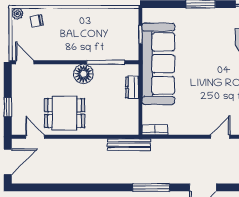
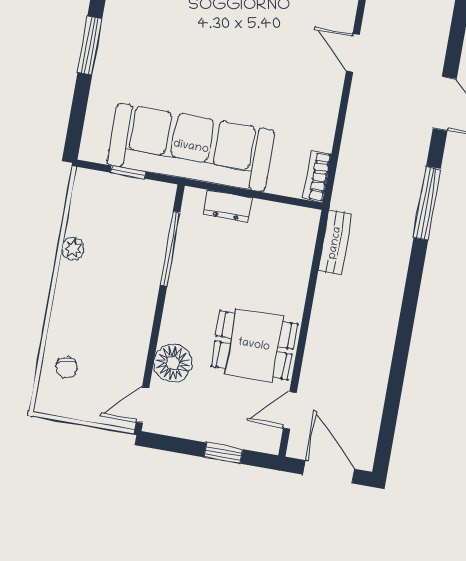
plant: (17, 14) -> (73, 249), moved
floor lamp: (83, 74) -> (173, 363), moved
dining table: (65, 113) -> (254, 345), turned 90
bench: (129, 145) -> (335, 243), width x0.73

